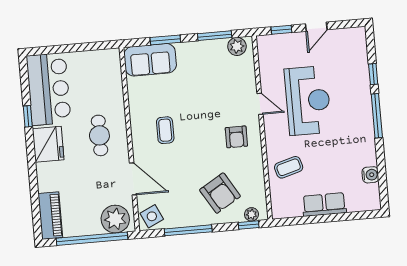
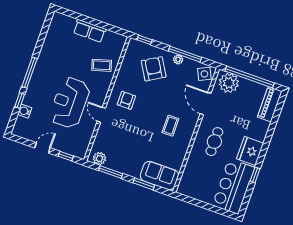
water cooler: (370, 175) -> (25, 111), moved
plant: (252, 214) -> (178, 59), moved

